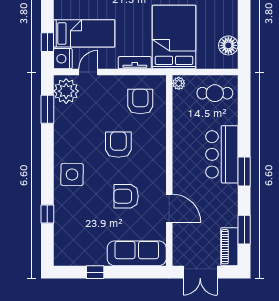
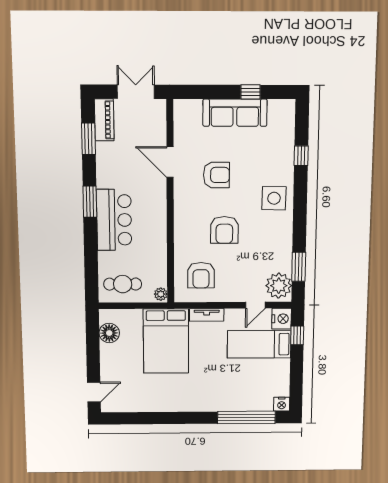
sofa: (137, 253) -> (235, 113), moved

